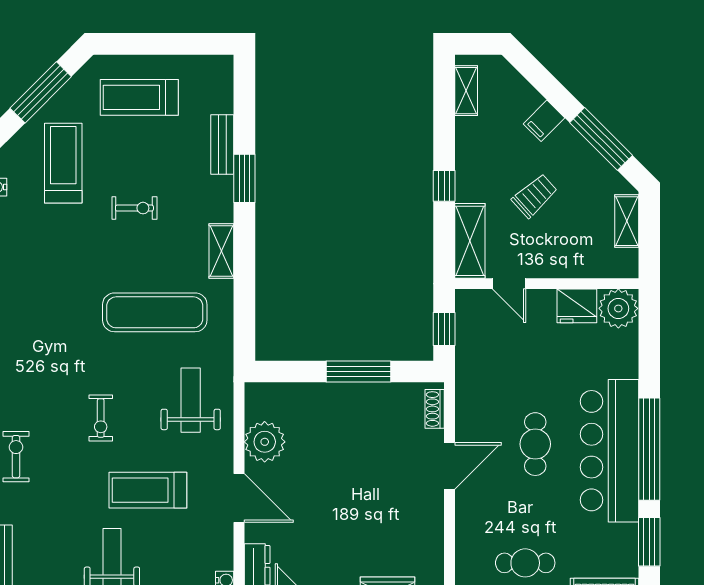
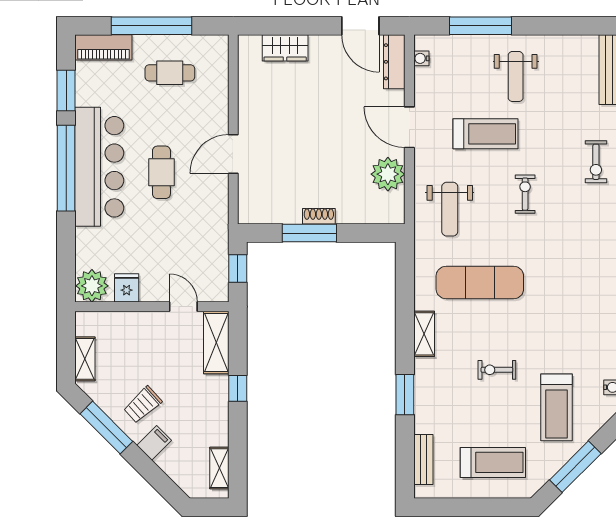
bench: (222, 144) -> (423, 460), moved
trolley: (535, 196) -> (143, 405), moved
fridge: (577, 306) -> (127, 288), width x0.72
shoe rack: (435, 409) -> (319, 216), moved, turned -90

